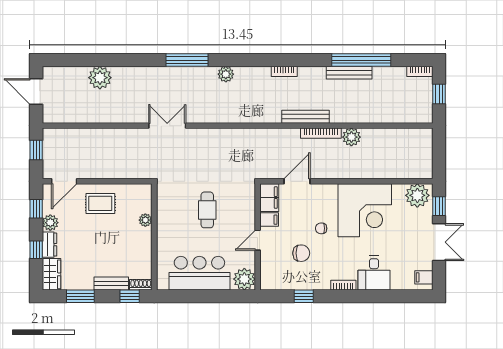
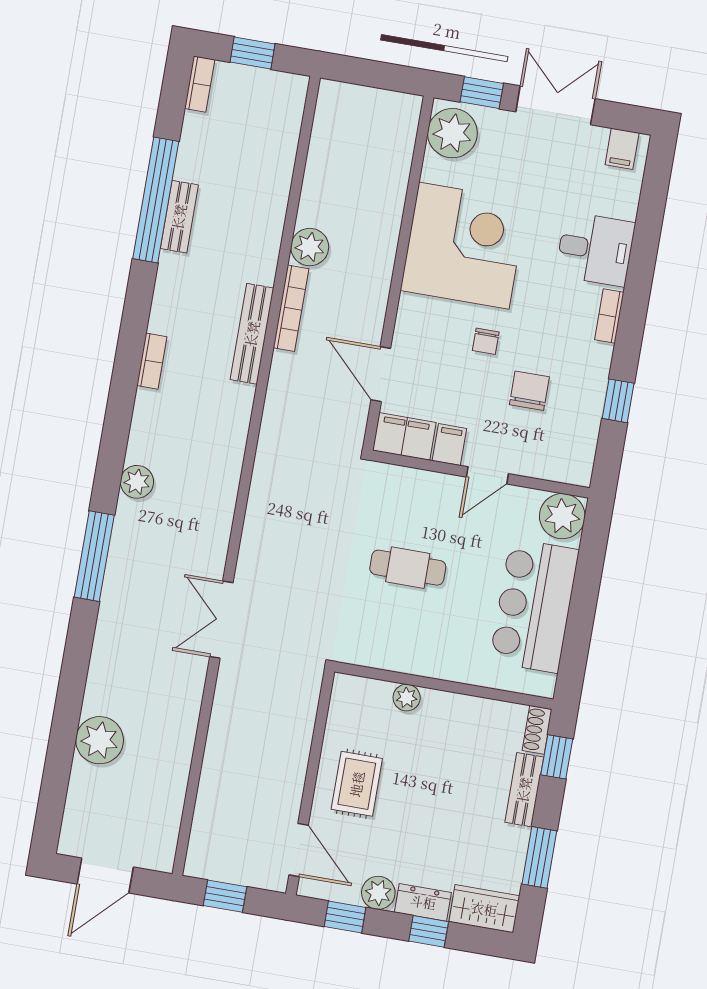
bench: (349, 73) -> (179, 217), width x0.73
door: (258, 240) -> (487, 475), hinge flipped

